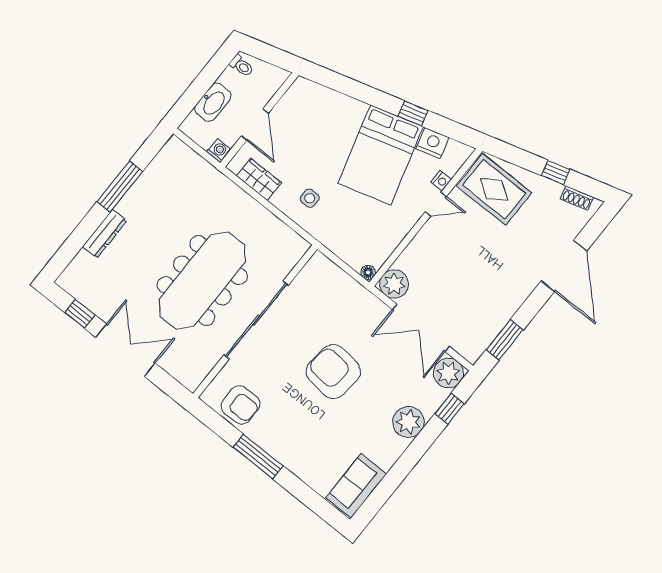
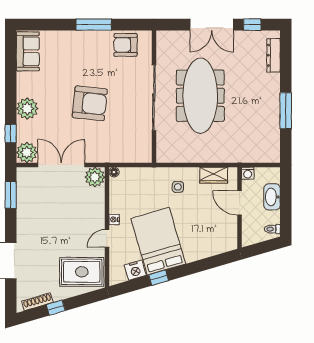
nightstand: (441, 181) -> (114, 219), moved
shoe rack: (577, 198) -> (37, 302), width x1.43
dresser: (105, 234) -> (274, 55), moved

